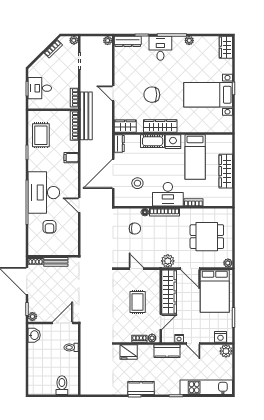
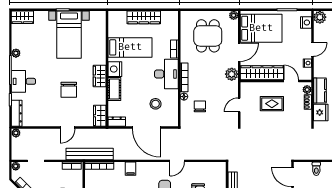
wardrobe: (160, 126) -> (100, 76), width x0.67
kitchen counter: (167, 351) -> (320, 91), moved

